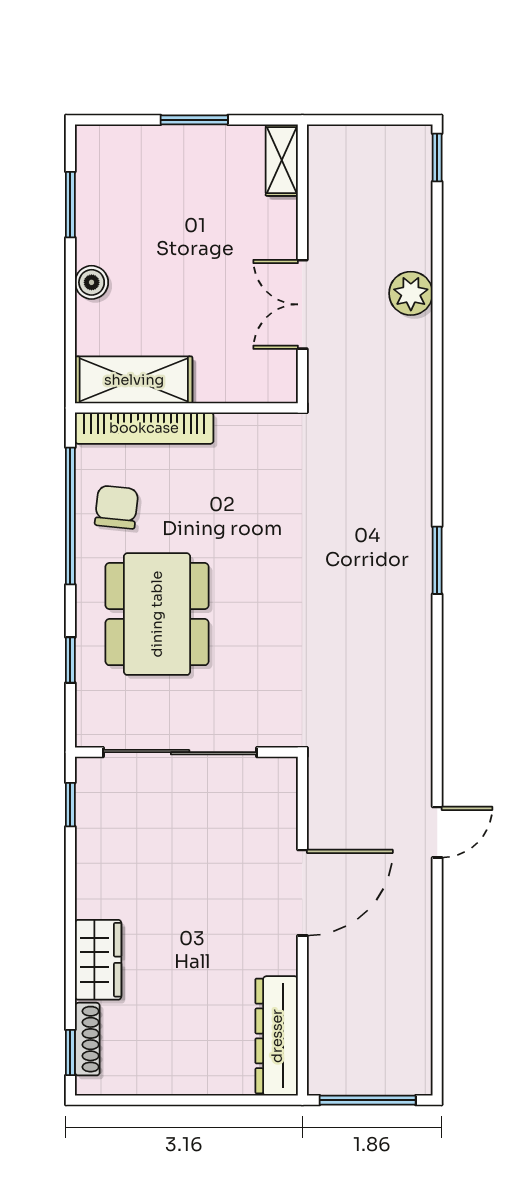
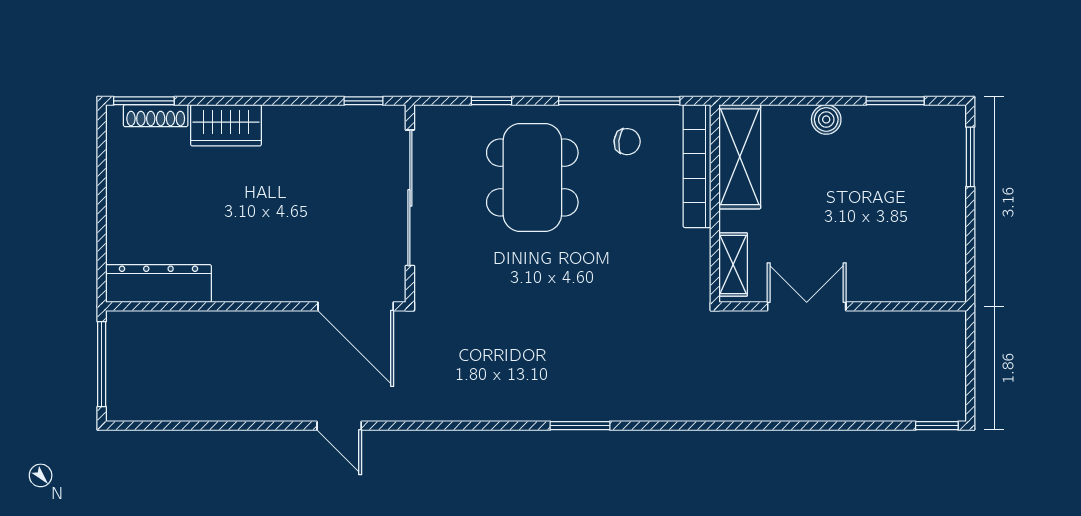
window: (194, 120) -> (970, 157), moved
shelving: (282, 160) -> (733, 264), moved, turned 90
plant: (411, 293) -> (816, 402), removed
chair: (117, 507) -> (627, 142), width x0.73, depth x0.73
dining table: (157, 614) -> (532, 177), turned 90
door: (302, 893) -> (356, 306), moved
window: (70, 1052) -> (144, 101), width x1.50

